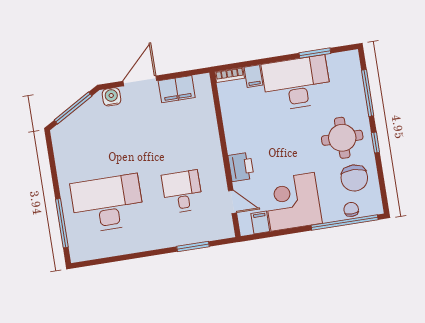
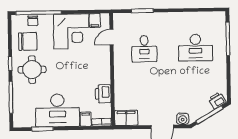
filing cabinet: (177, 89) -> (126, 118), moved
printer: (65, 130) -> (217, 101), added
printer: (241, 167) -> (103, 94), moved
chair: (354, 178) -> (28, 42), turned 88
door: (233, 202) -> (112, 37), hinge flipped
desk: (107, 203) -> (195, 48), width x0.73, depth x0.77

